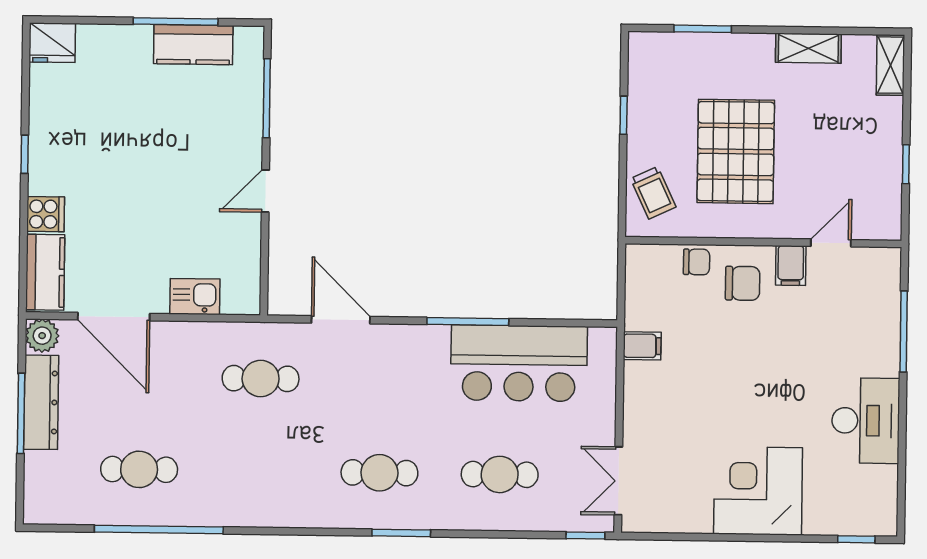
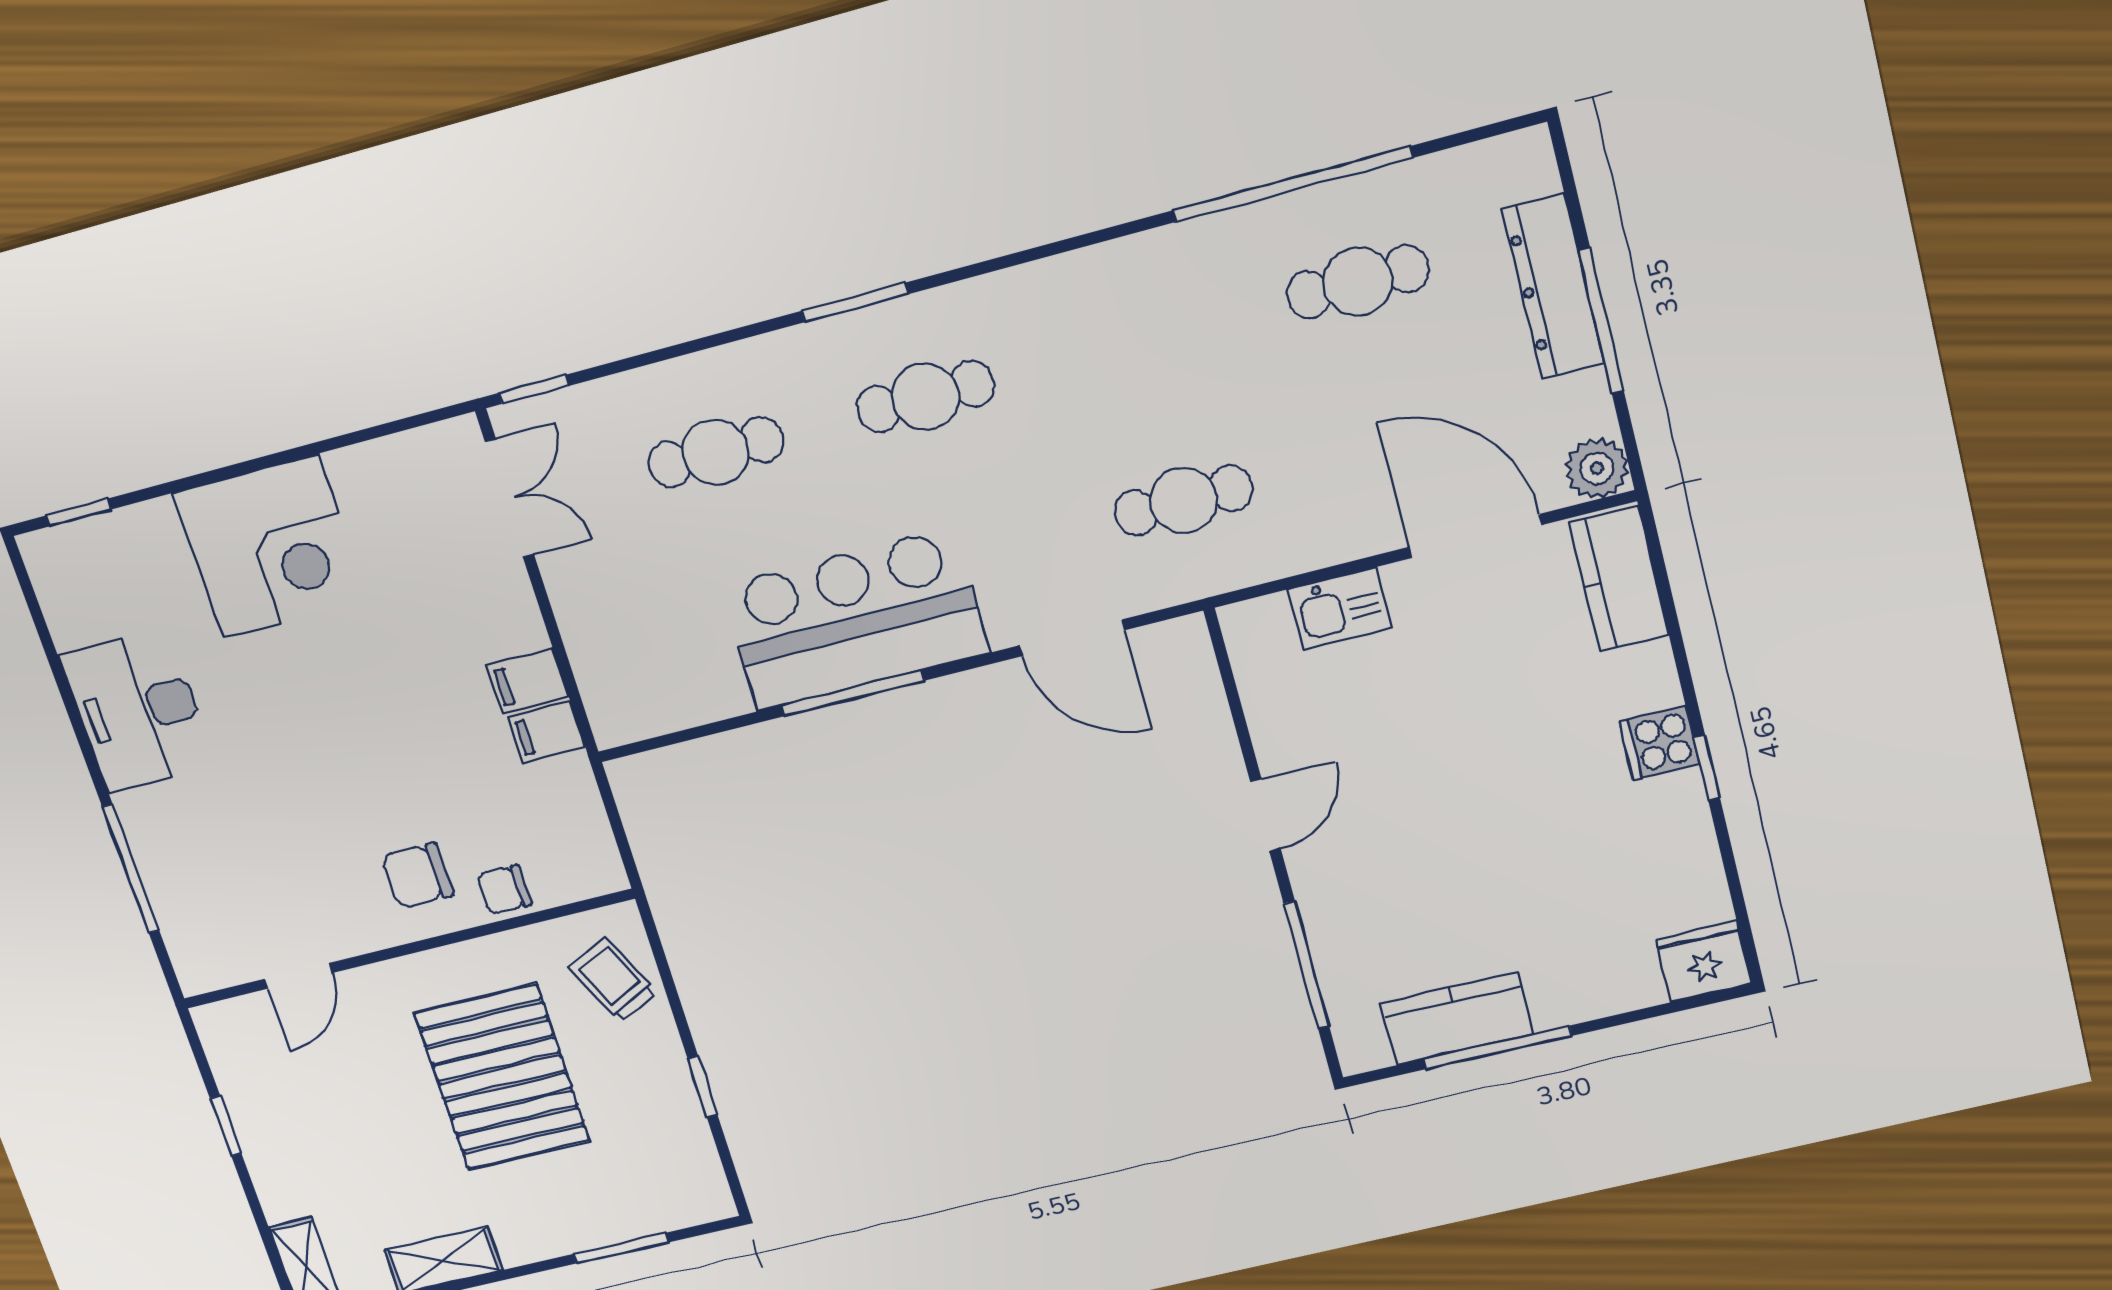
cooker: (46, 214) -> (1659, 743), moved
filing cabinet: (791, 266) -> (528, 681), moved, turned -90
bar counter: (519, 363) -> (855, 619), moved
dresser: (41, 402) -> (1553, 287), moved

